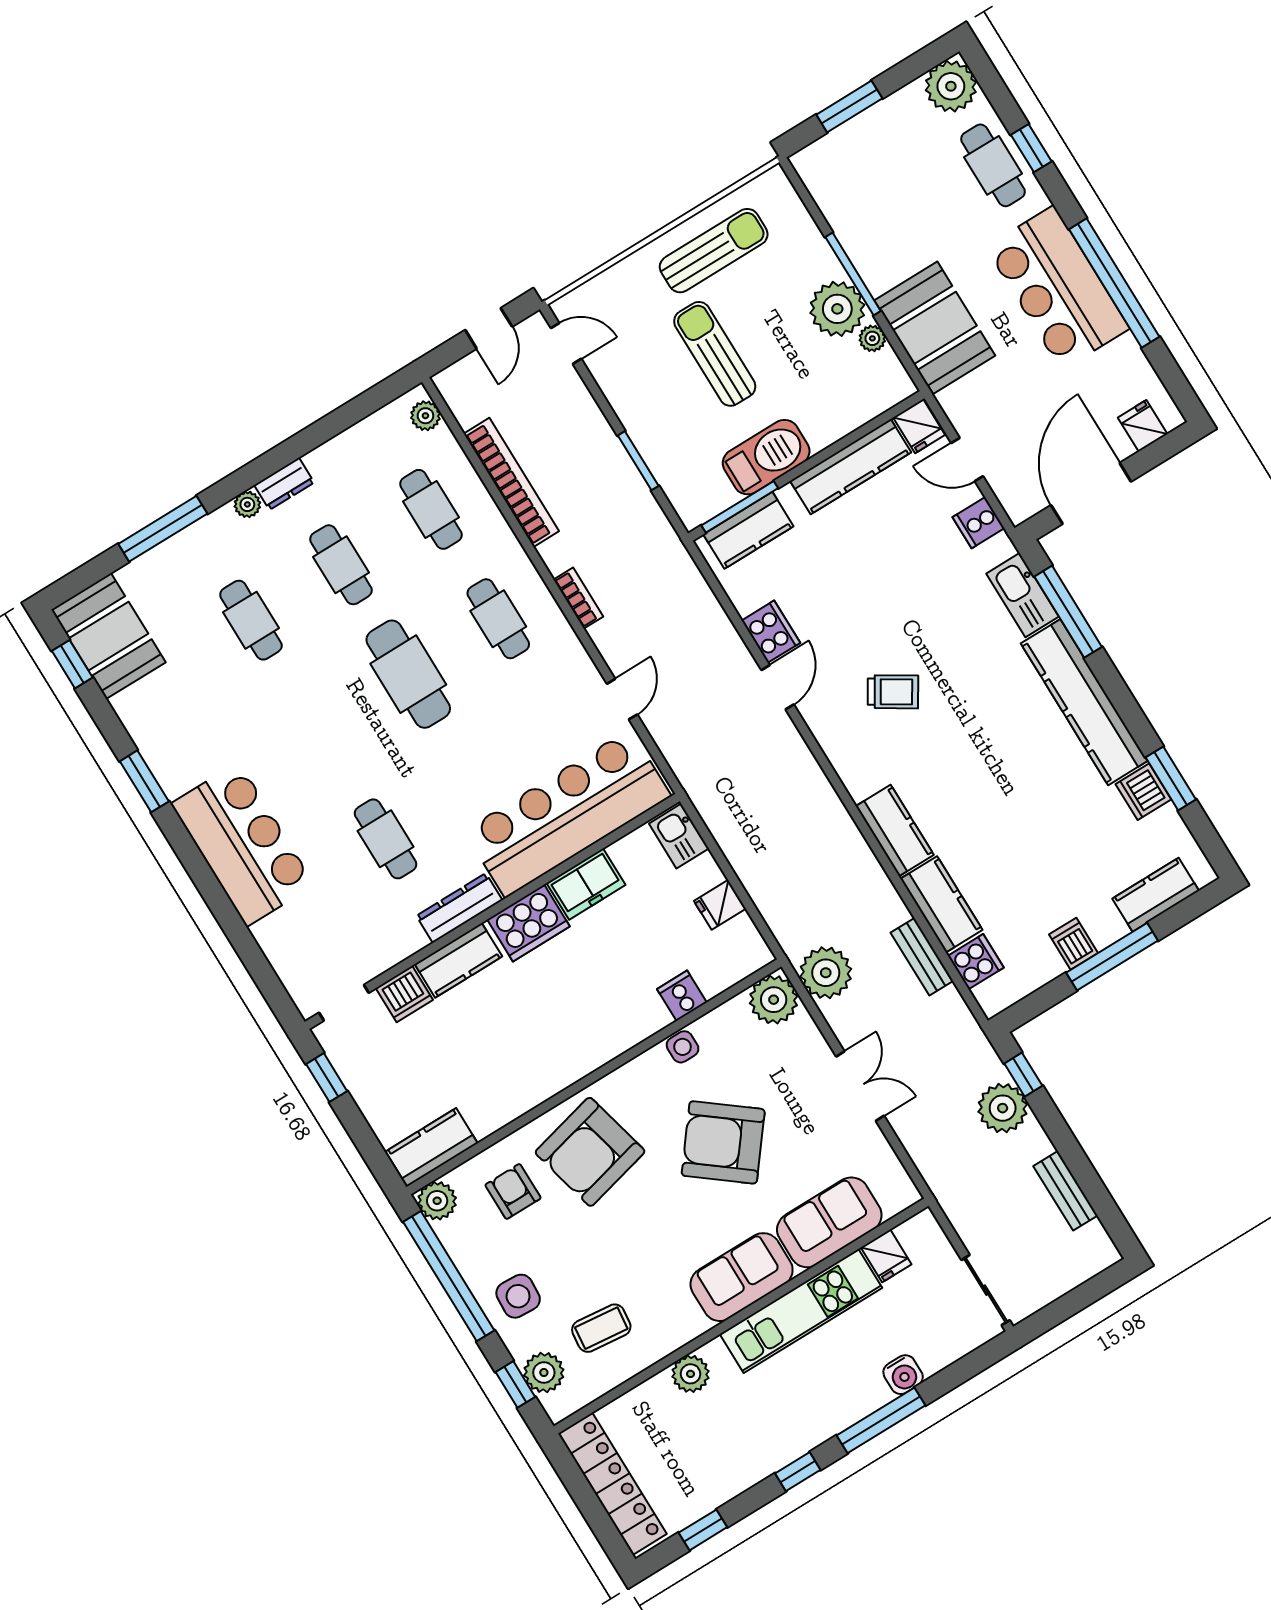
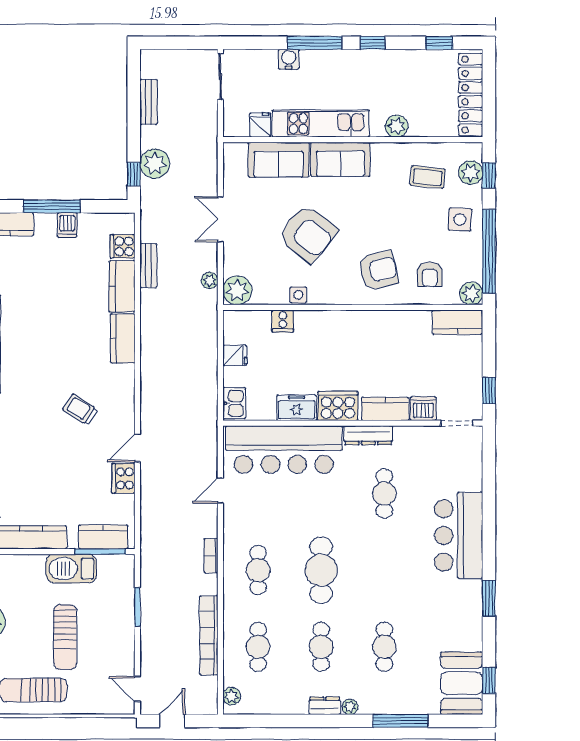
plant: (826, 973) -> (210, 280), width x0.53, depth x0.53
armchair: (590, 1152) -> (378, 270), width x0.73, depth x0.73

